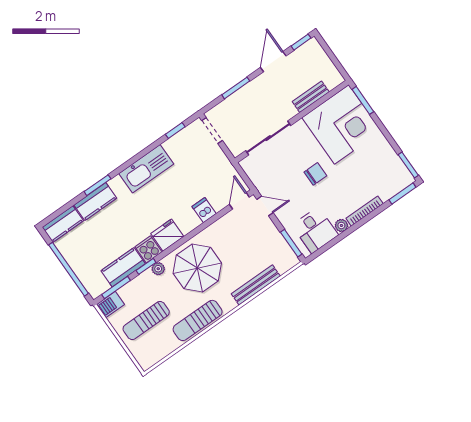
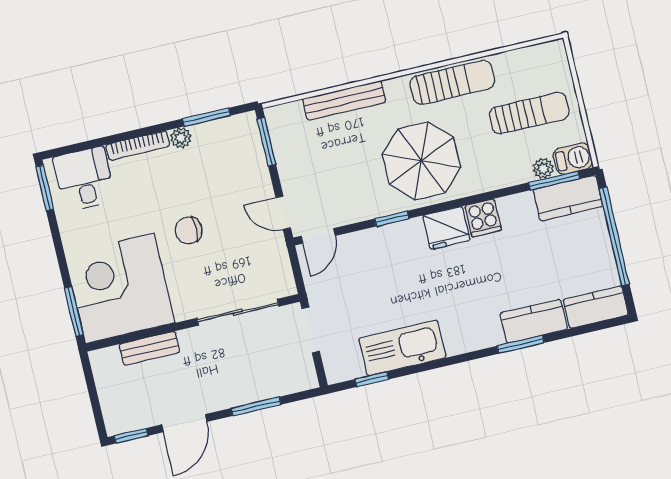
doorway: (212, 131) -> (311, 330), moved
kitchen sink: (146, 169) -> (402, 348), moved
window: (402, 193) -> (206, 117), moved
dishwasher: (204, 210) -> (376, 243), removed
desk: (315, 230) -> (84, 179), moved
window: (146, 266) -> (392, 219), moved
kitchen counter: (123, 267) -> (568, 198), moved
plant: (158, 269) -> (543, 168), moved

